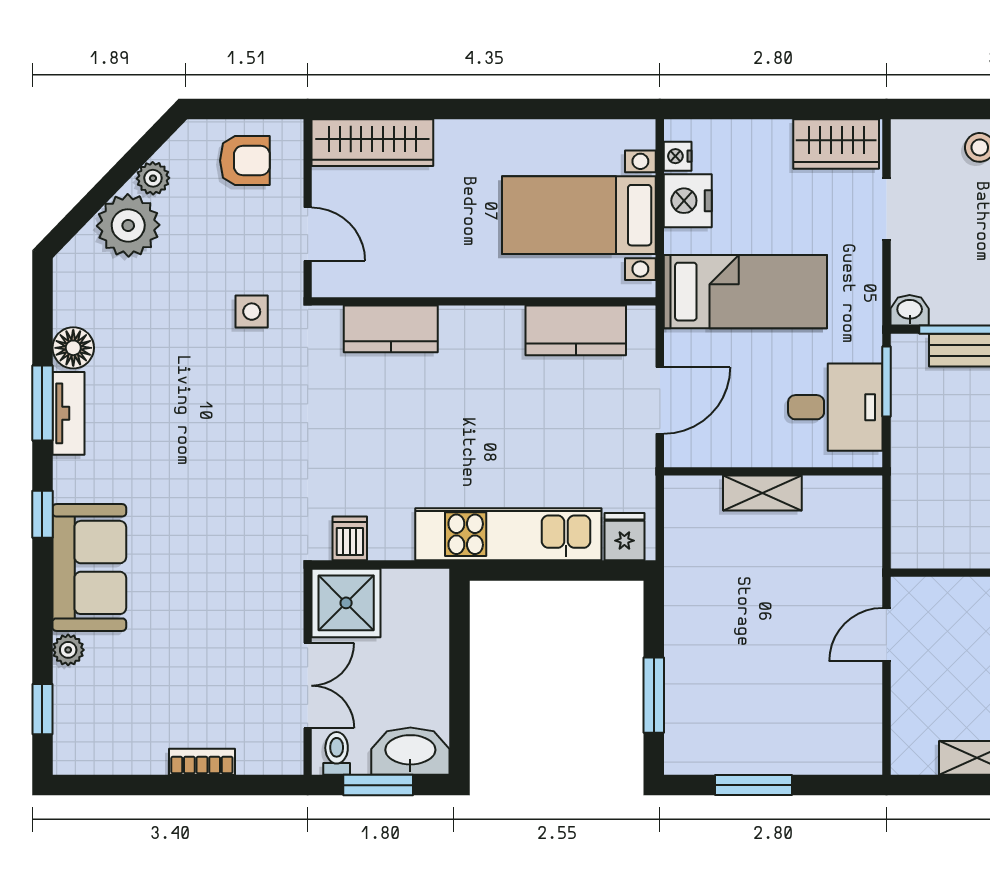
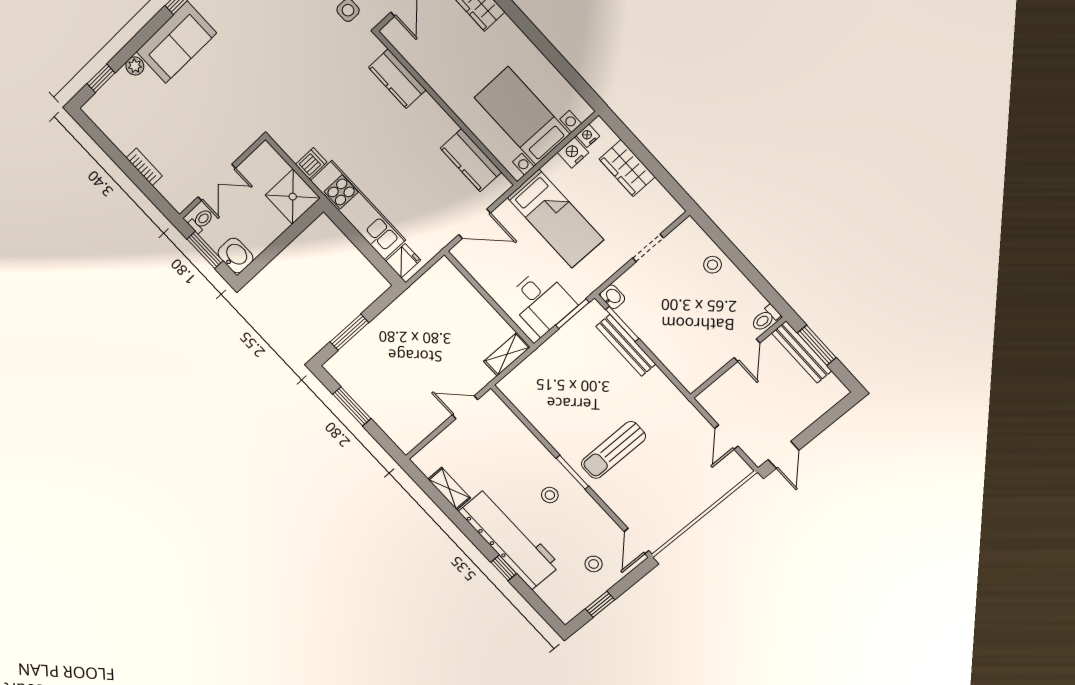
wardrobe: (836, 144) -> (627, 168), moved
nightstand: (688, 201) -> (573, 153), width x0.74, depth x0.75
shelving: (762, 493) -> (507, 354), moved, turned 90
dishwasher: (350, 538) -> (311, 163), moved
shower: (346, 603) -> (293, 197), moved
washbasin: (410, 751) -> (235, 255), width x0.72

